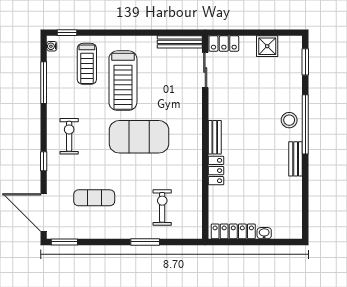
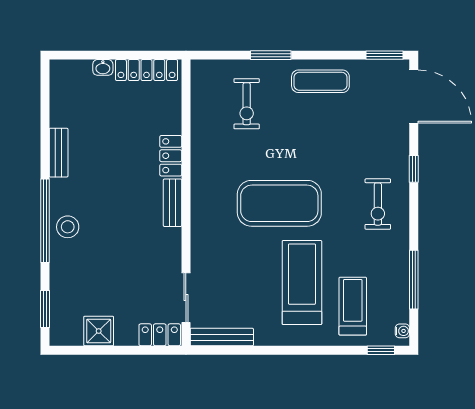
bench: (296, 159) -> (59, 153), moved
exercise mat: (94, 198) -> (320, 81), moved

